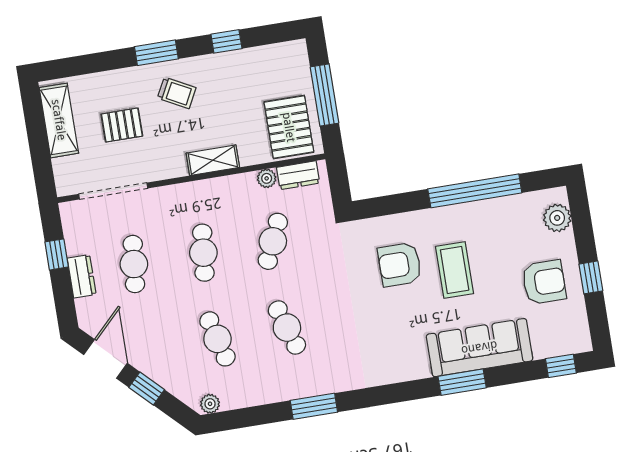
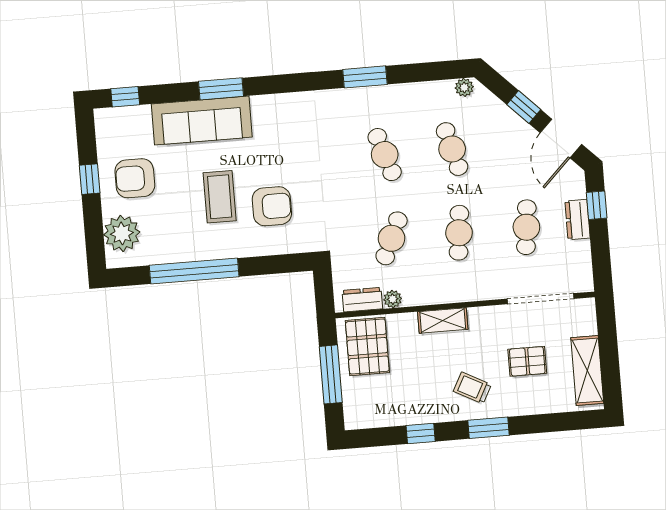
plant: (557, 218) -> (122, 233), width x1.36, depth x1.36
window: (57, 254) -> (597, 205), moved

